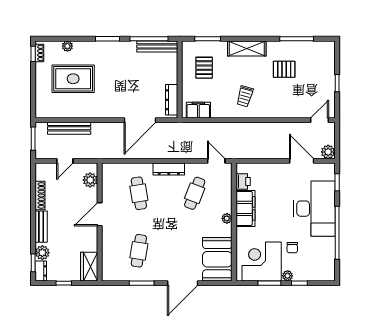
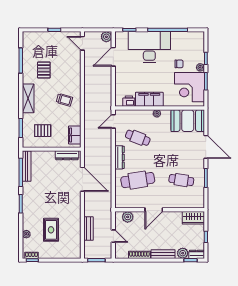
rug: (73, 79) -> (51, 230), width x0.73, depth x0.70
bench: (69, 128) -> (89, 229), width x0.73
cafe table: (139, 193) -> (138, 180), width x1.37, depth x1.35
door: (100, 214) -> (154, 210), hinge flipped

